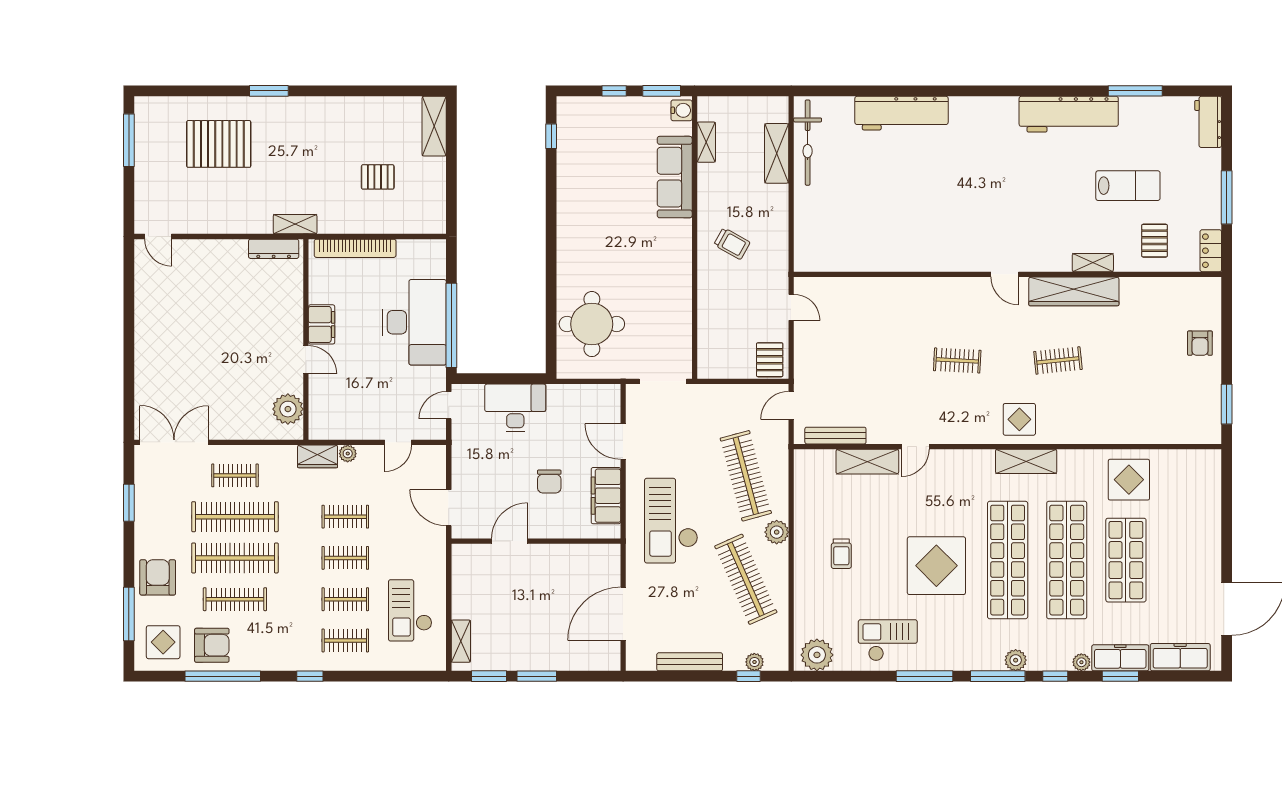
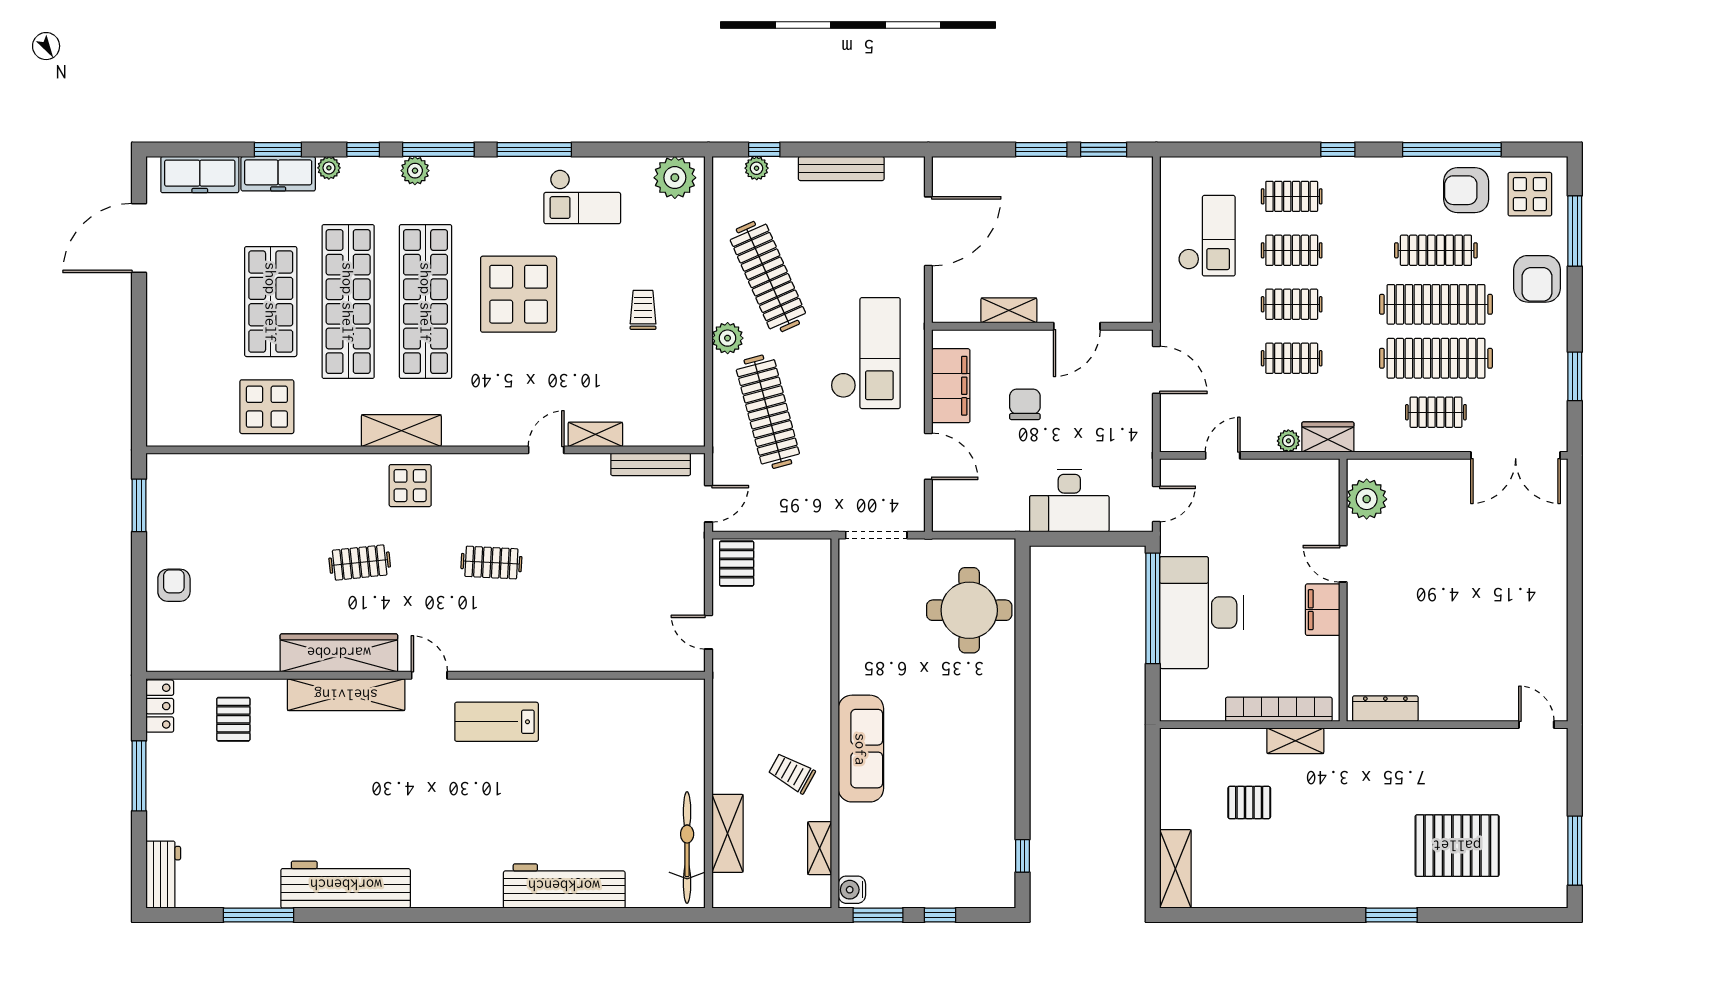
sofa: (675, 177) -> (861, 749), moved
lab bench: (1128, 186) -> (497, 722), moved
shelving: (295, 224) -> (1295, 741), moved
trolley: (732, 244) -> (792, 773), moved
shelving: (1093, 263) -> (346, 695), width x2.20, depth x1.33
shelving: (867, 462) -> (595, 434), width x0.67, depth x0.75
shelving: (461, 641) -> (1009, 310), moved, turned 90

